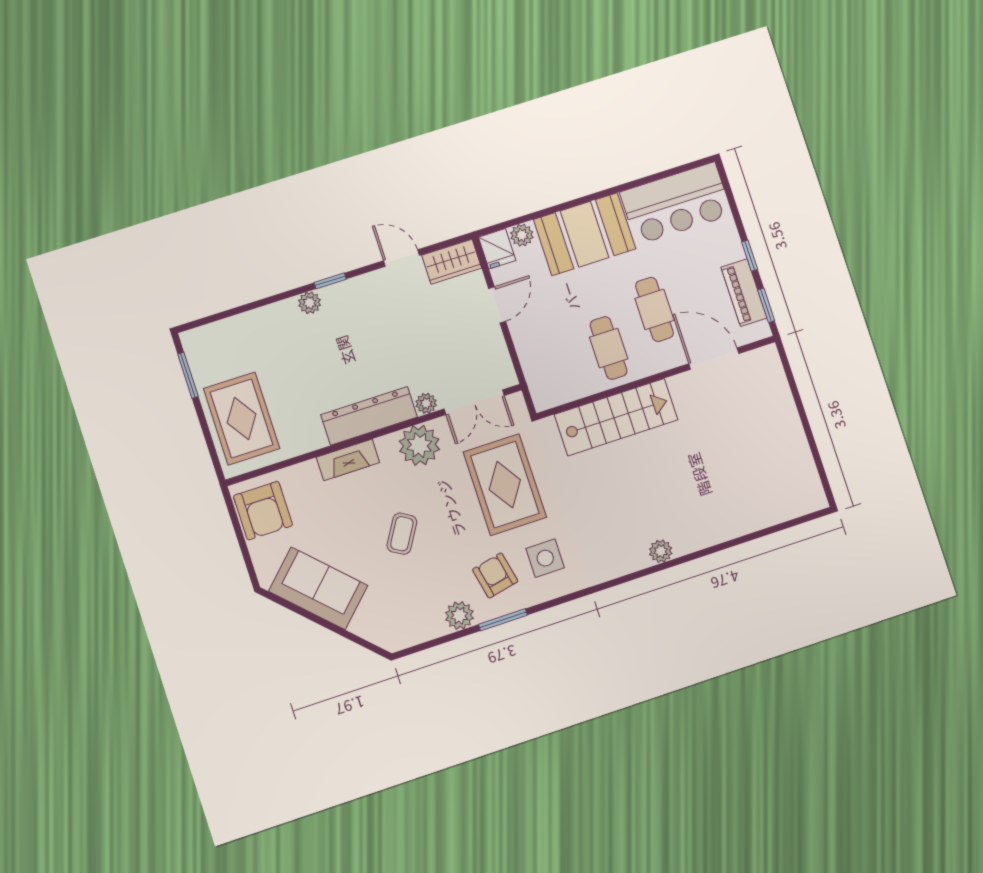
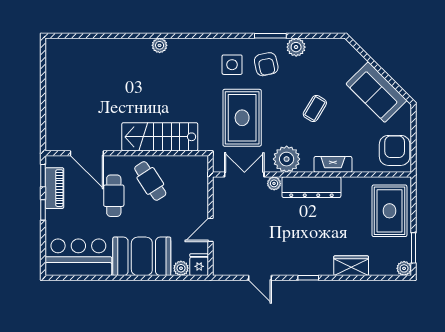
wardrobe: (452, 262) -> (351, 266), moved
plant: (310, 303) -> (404, 268), moved
cafe table: (609, 348) -> (150, 181), turned -33

